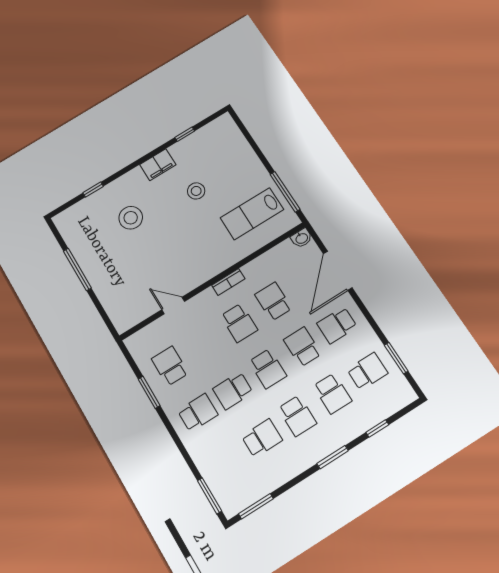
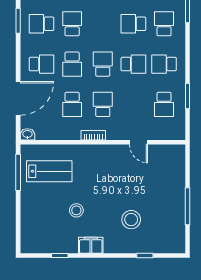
school desk: (297, 416) -> (164, 24), moved

